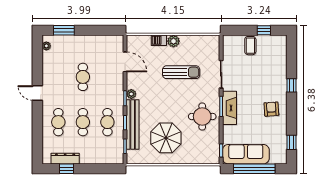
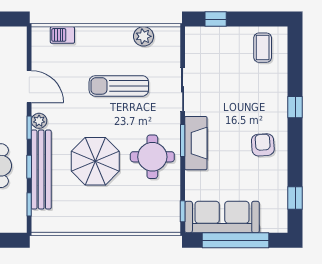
window: (264, 30) -> (216, 19), moved
barbecue: (159, 40) -> (62, 35), moved
plant: (173, 41) -> (144, 36), moved
coffee table: (250, 46) -> (263, 48), moved
door: (125, 62) -> (29, 87), moved
sun lounger: (181, 72) -> (119, 86), turned 180
parasol: (166, 138) -> (95, 161), moved

